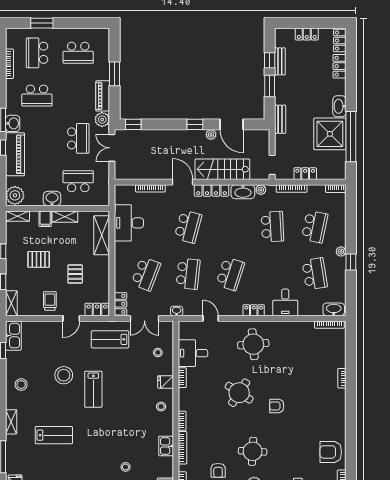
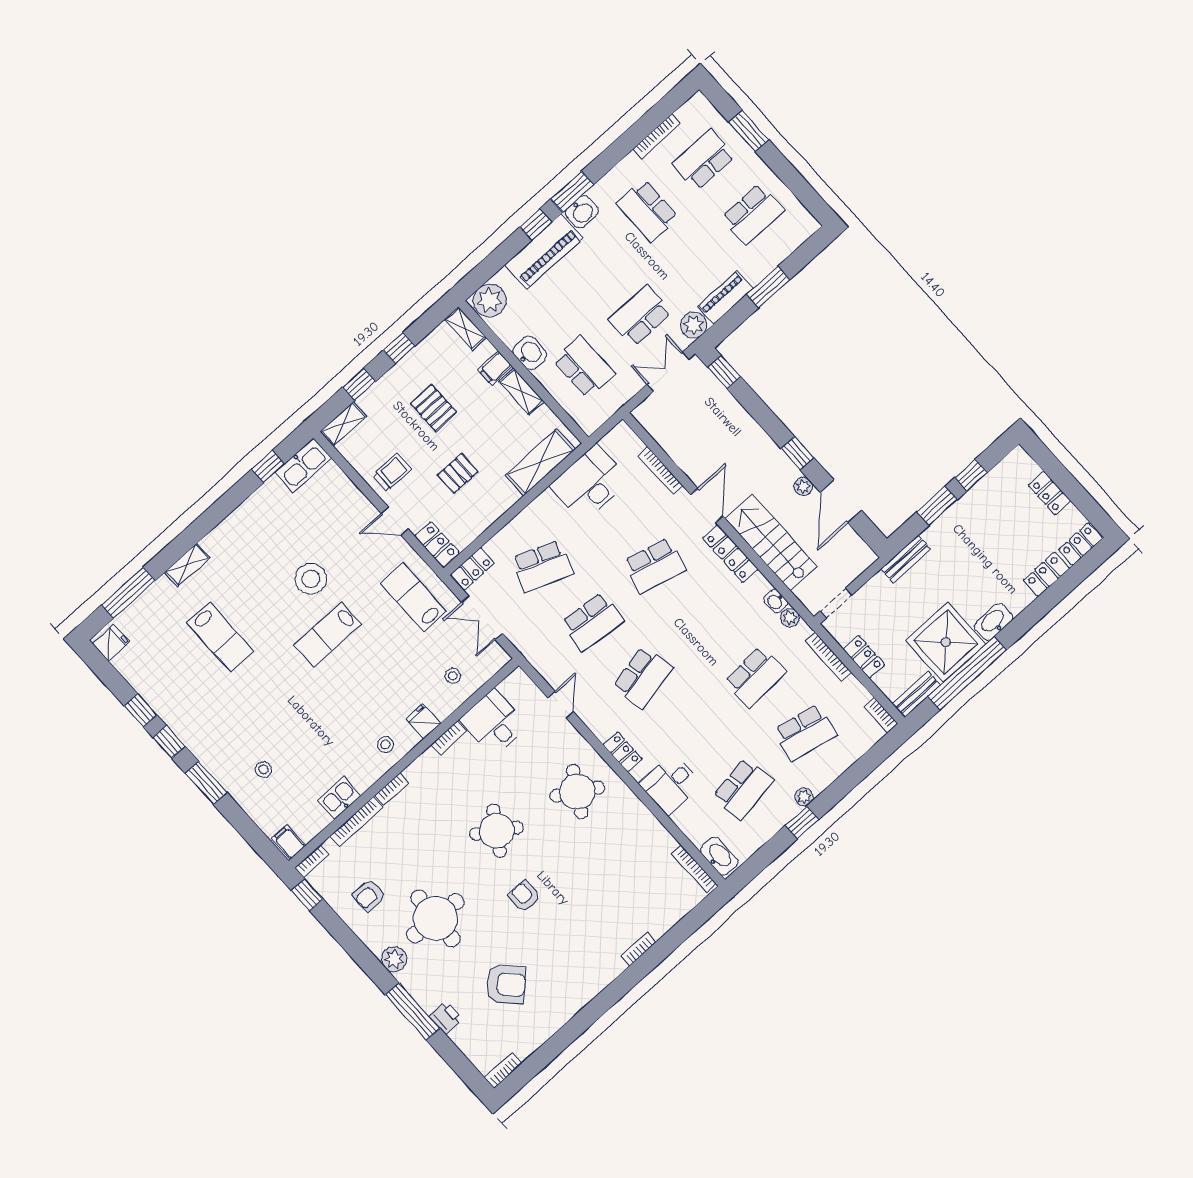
school desk: (78, 53) -> (753, 214), turned -90
bench: (280, 61) -> (916, 694), moved
school desk: (78, 138) -> (640, 316), turned 180
washbasin: (243, 192) -> (776, 601), width x0.52, depth x0.69
school desk: (230, 274) -> (643, 677), turned -30
washbasin: (177, 311) -> (530, 651), removed
round table: (253, 344) -> (577, 792), turned 36
stool: (21, 385) -> (248, 534), removed
round table: (253, 451) -> (435, 918), width x1.36, depth x1.36
armchair: (331, 452) -> (506, 984), moved, turned 136

